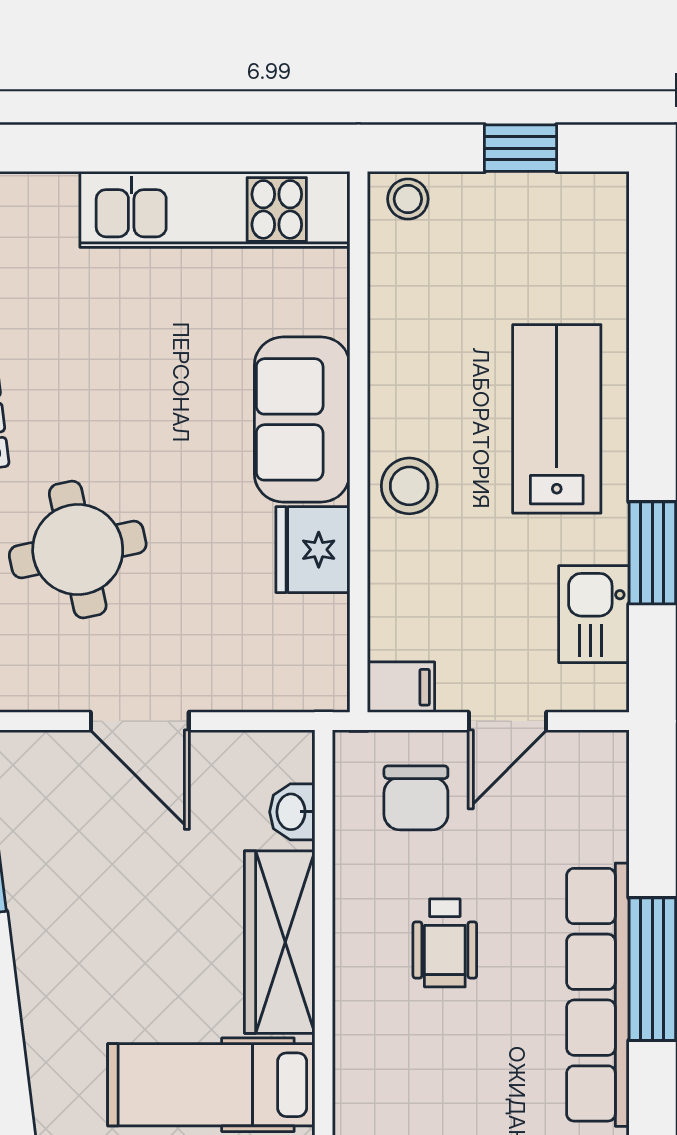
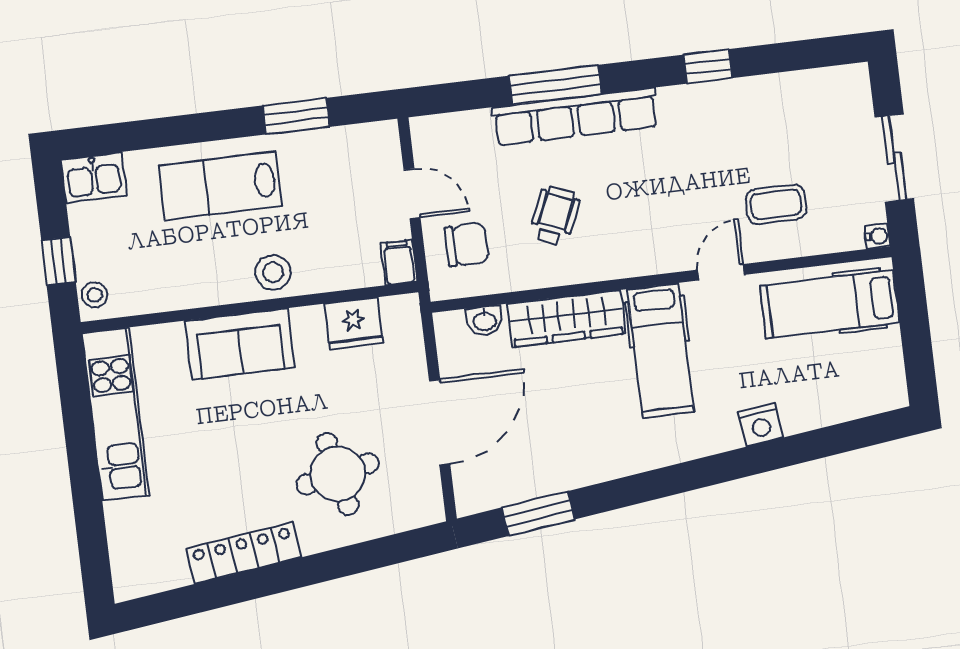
window: (520, 148) -> (58, 261), moved
fridge: (313, 550) -> (354, 324), moved
kitchen sink: (594, 614) -> (94, 178), moved
door: (140, 721) -> (440, 422), width x1.36
wheelchair: (445, 943) -> (555, 216), turned -67

